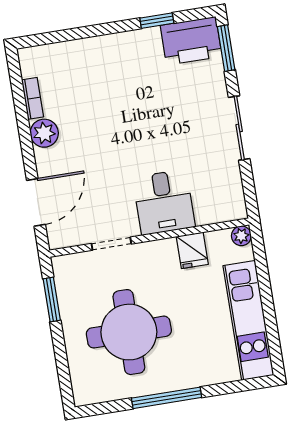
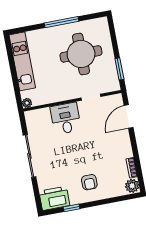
window: (226, 48) -> (37, 195), removed
armchair: (119, 72) -> (89, 182), added
sliding door: (239, 128) -> (29, 156), width x1.37
plant: (44, 133) -> (132, 186), moved
fridge: (192, 250) -> (51, 95), removed

